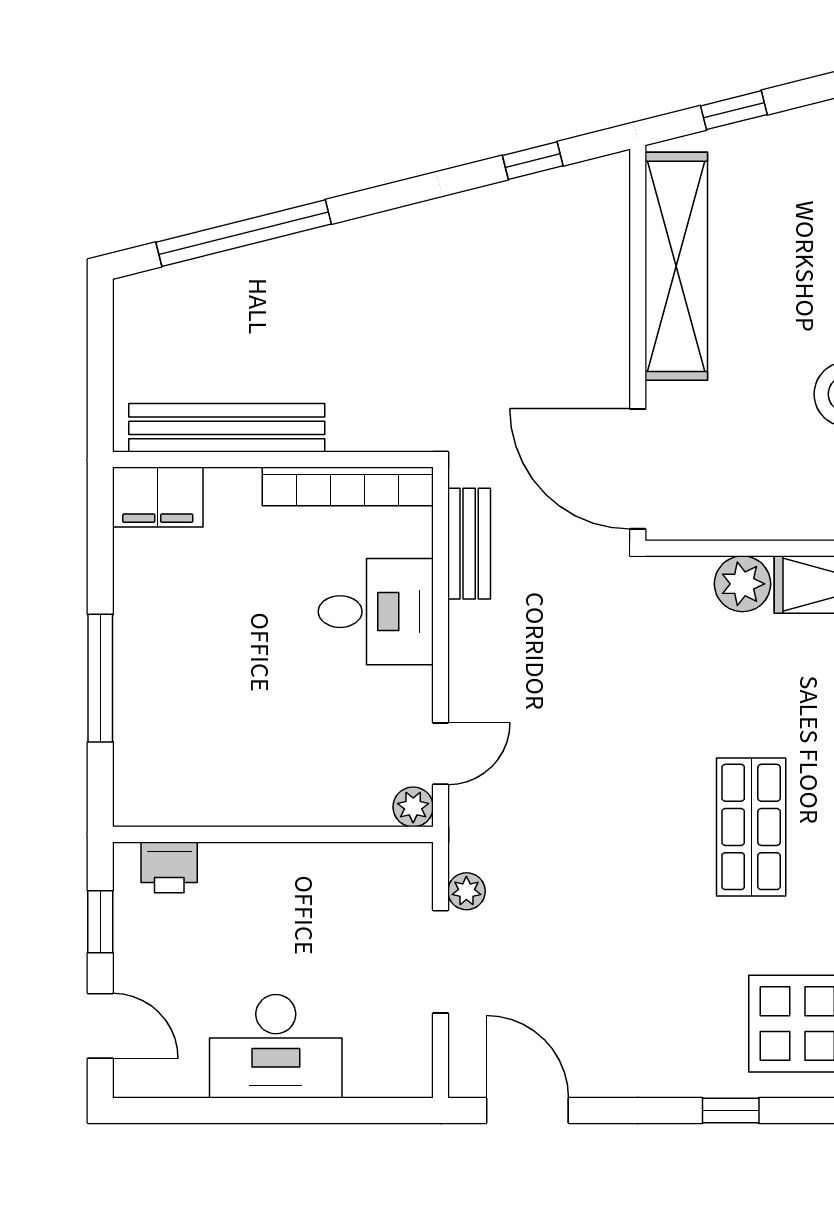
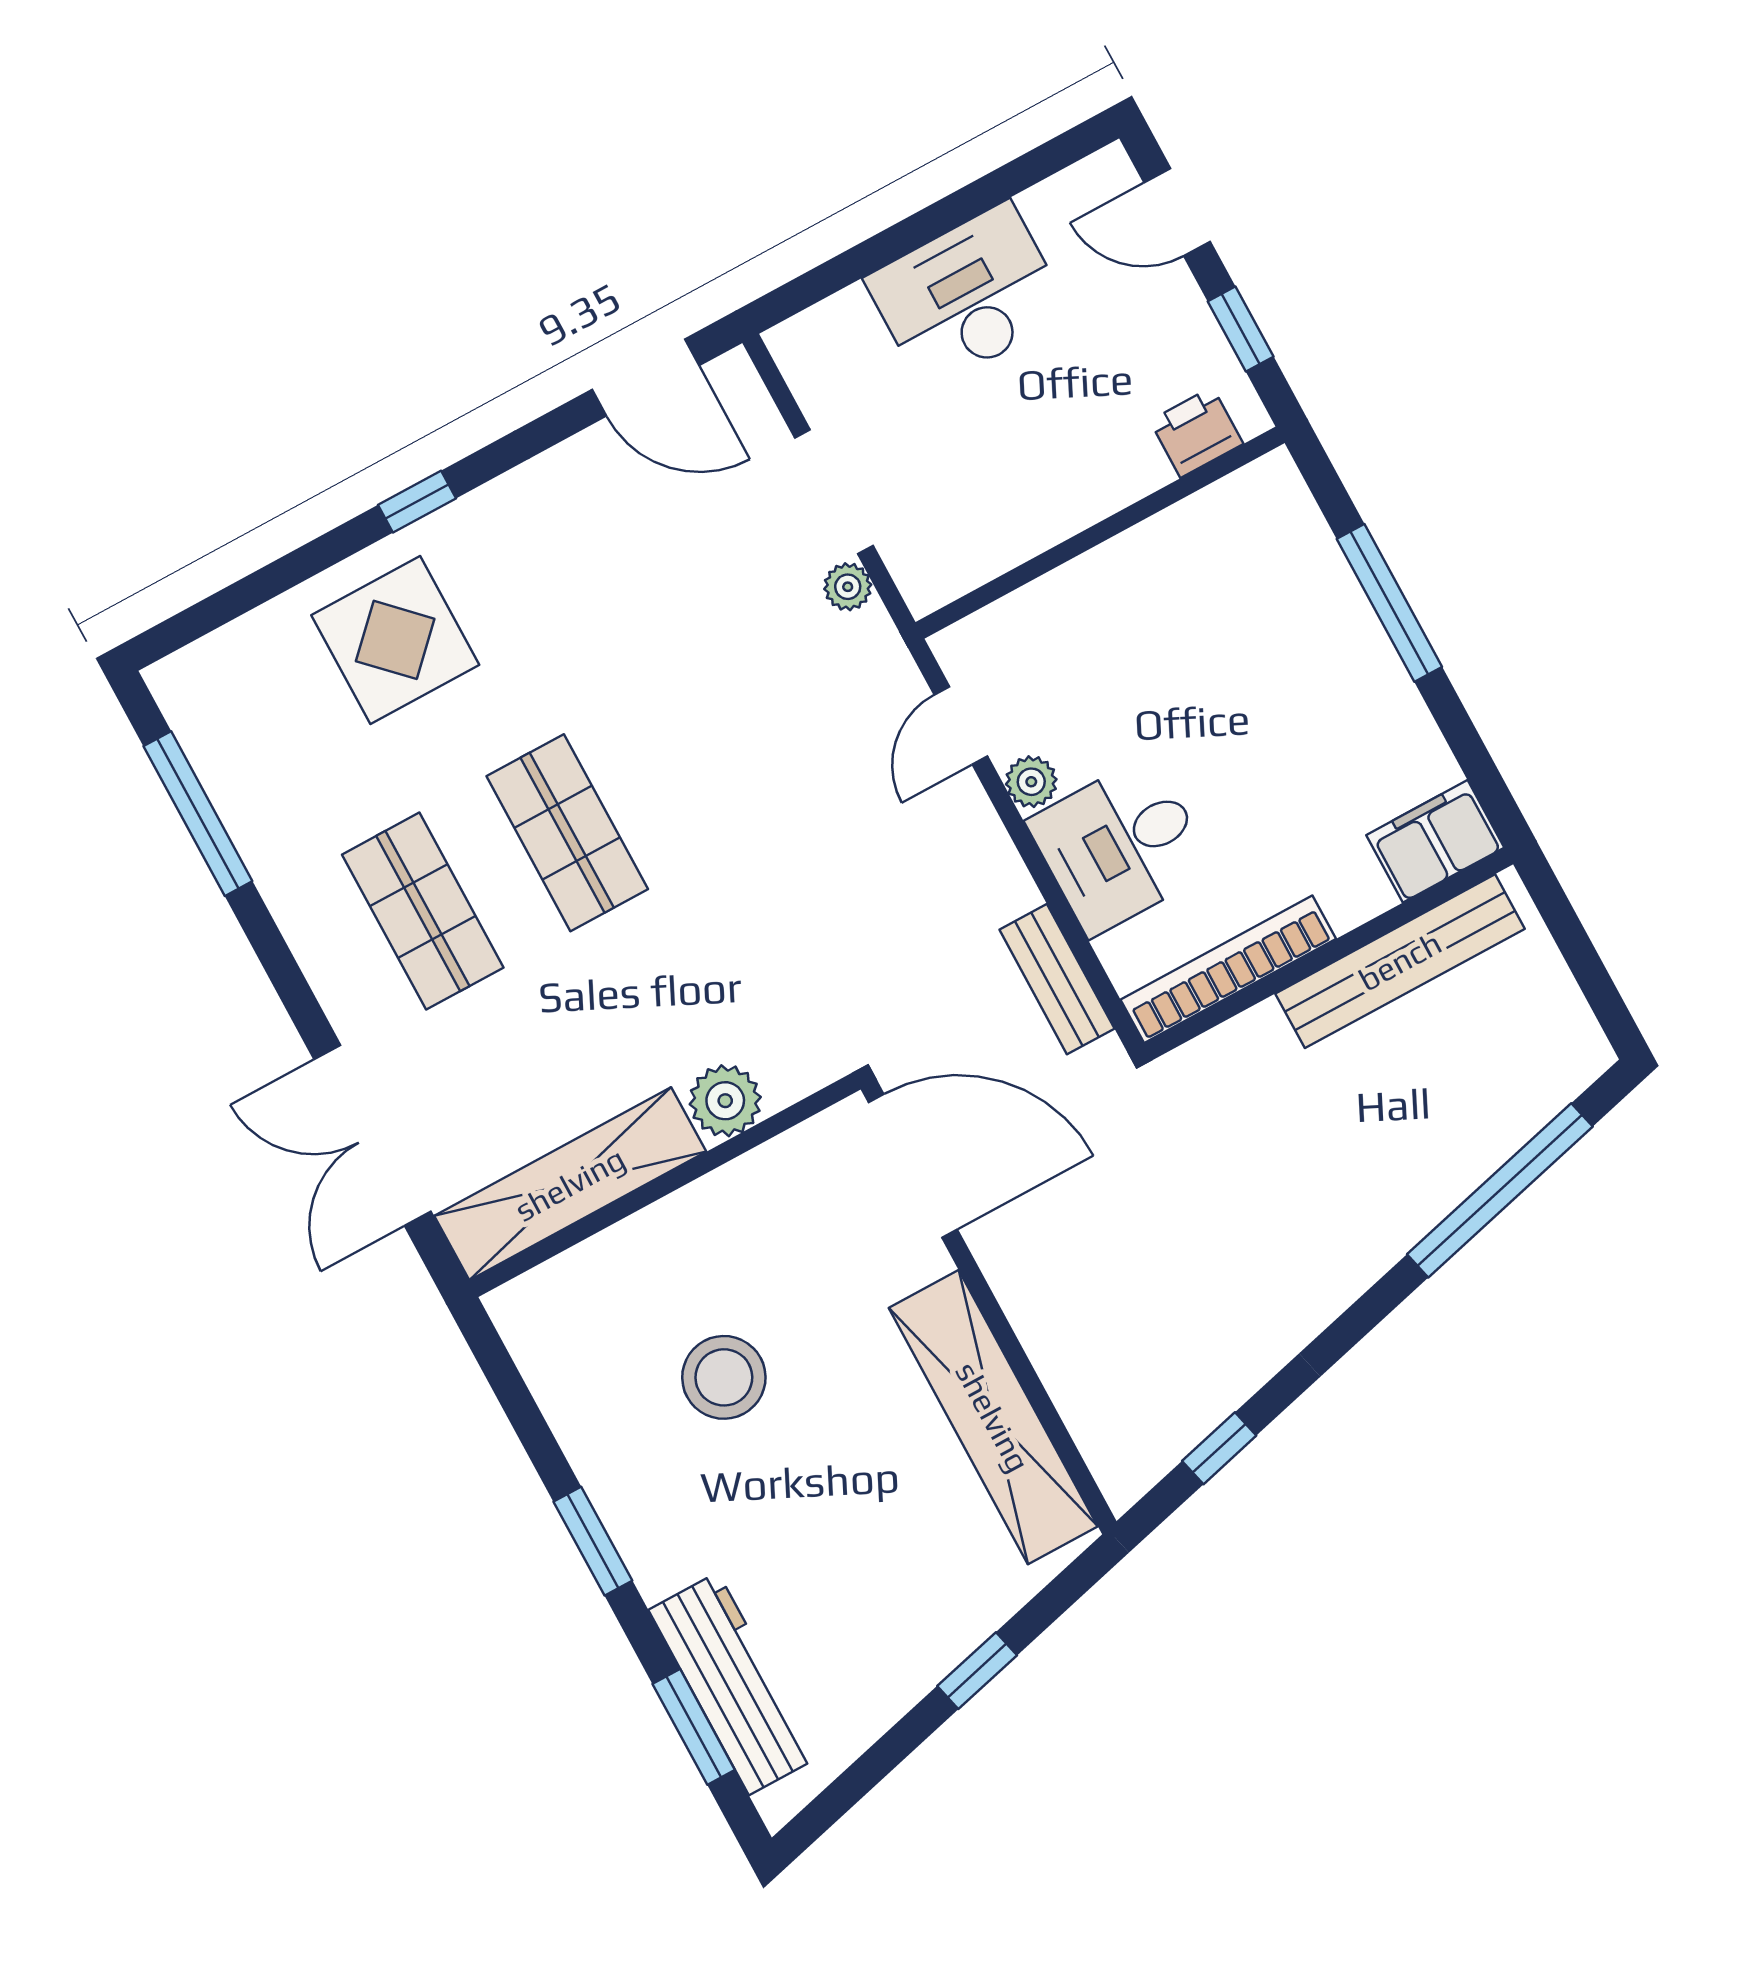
window: (734, 110) -> (977, 1671), moved
plant: (413, 807) -> (1031, 782), moved

